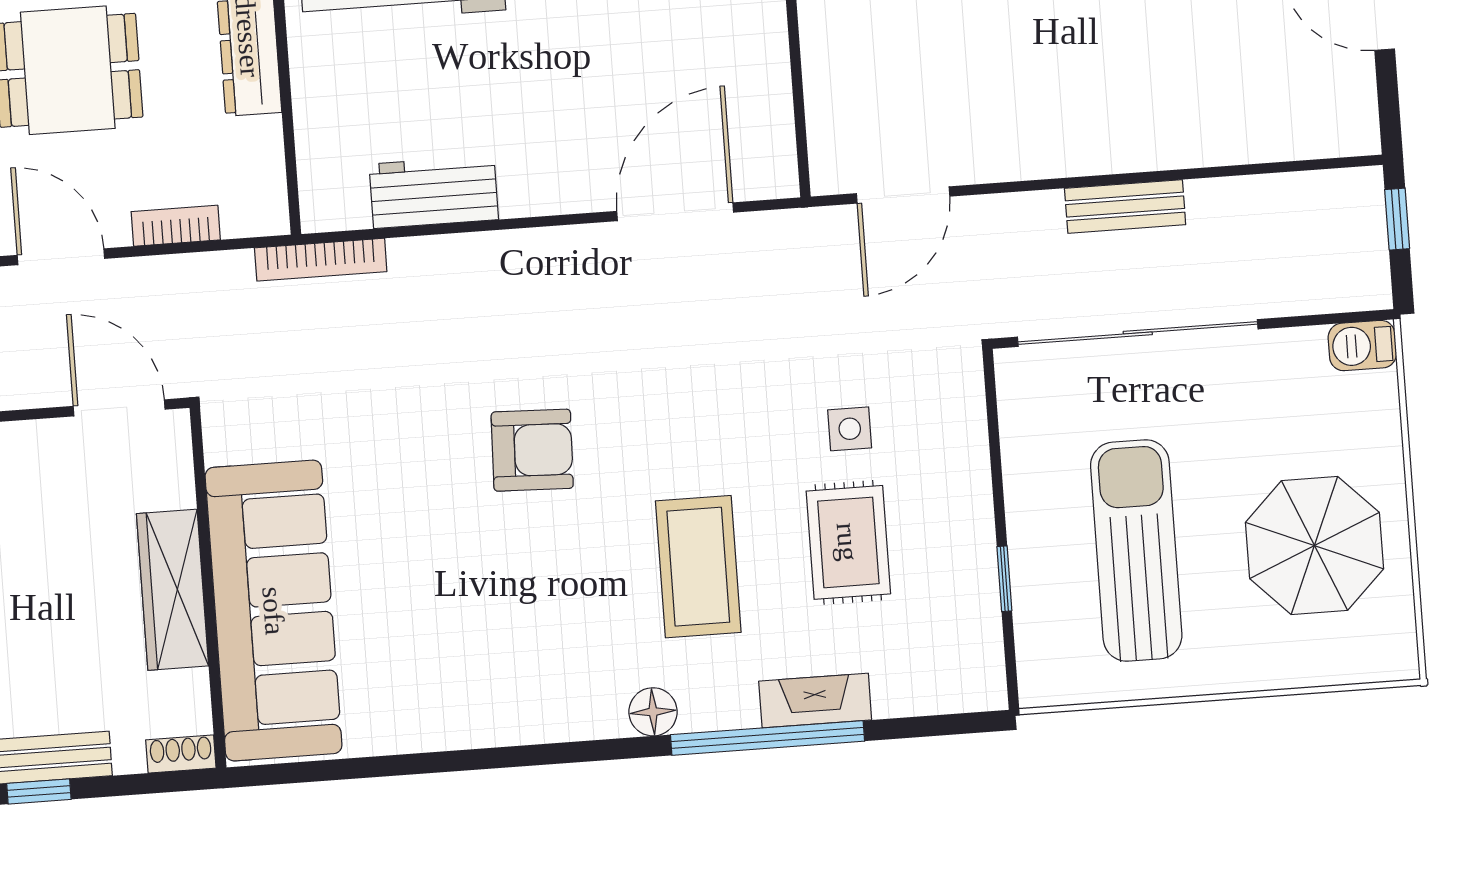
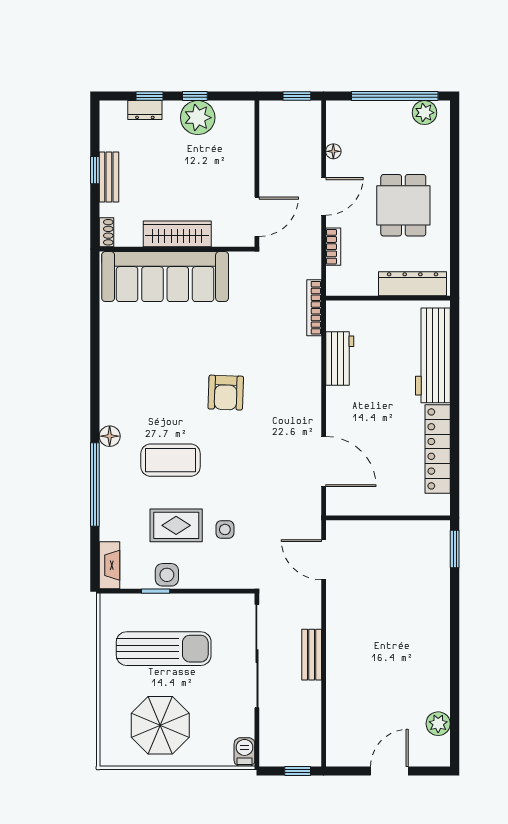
side table: (965, 556) -> (167, 575), added
fireplace: (815, 701) -> (109, 565), moved

